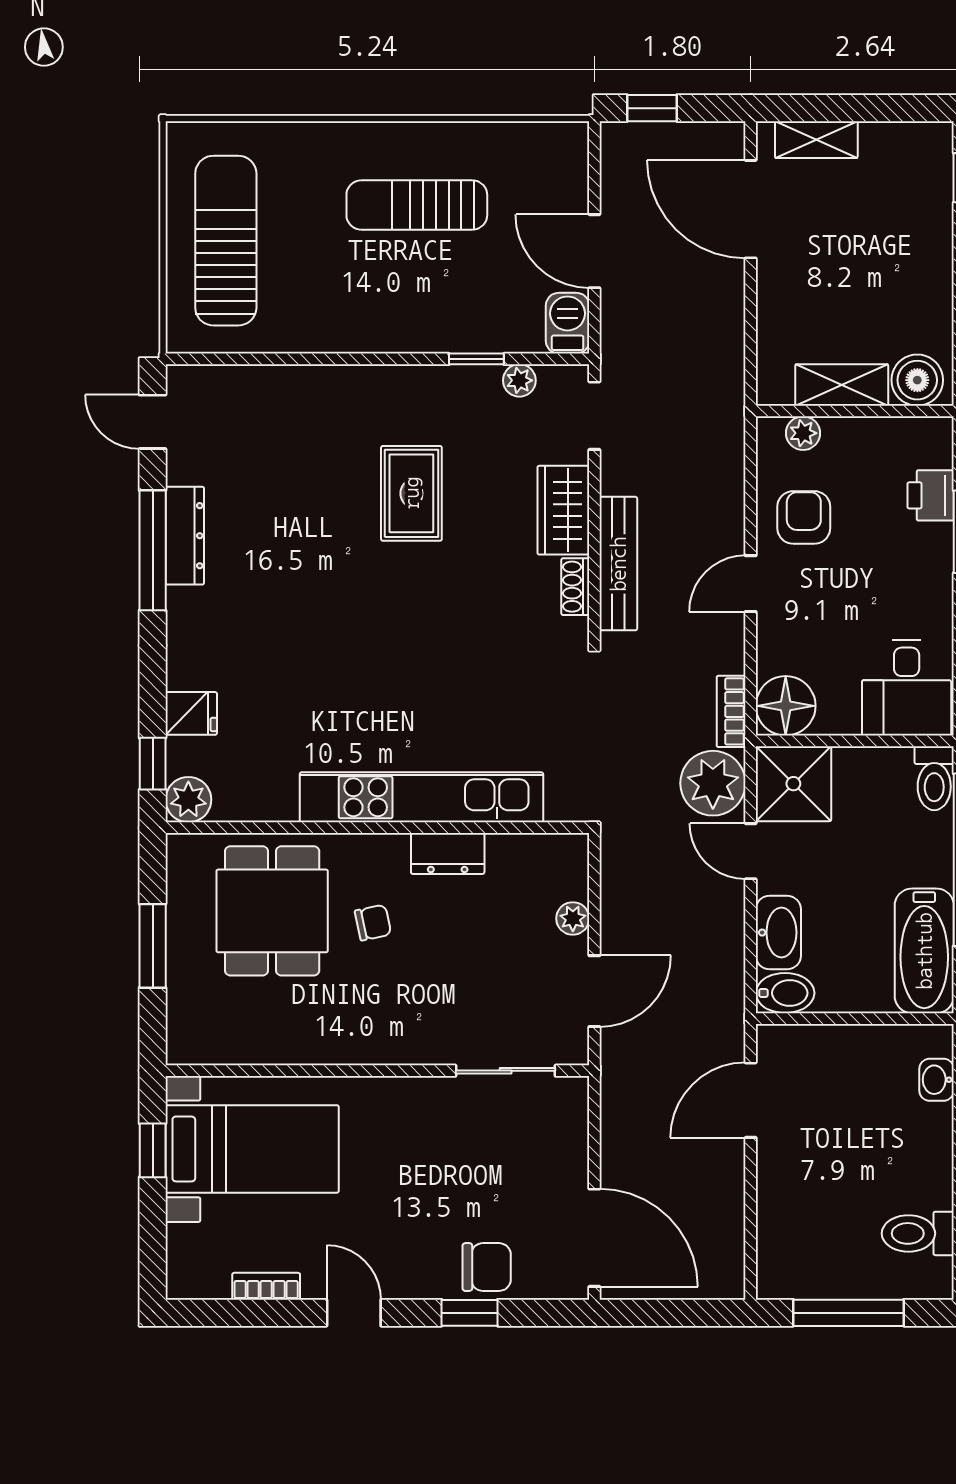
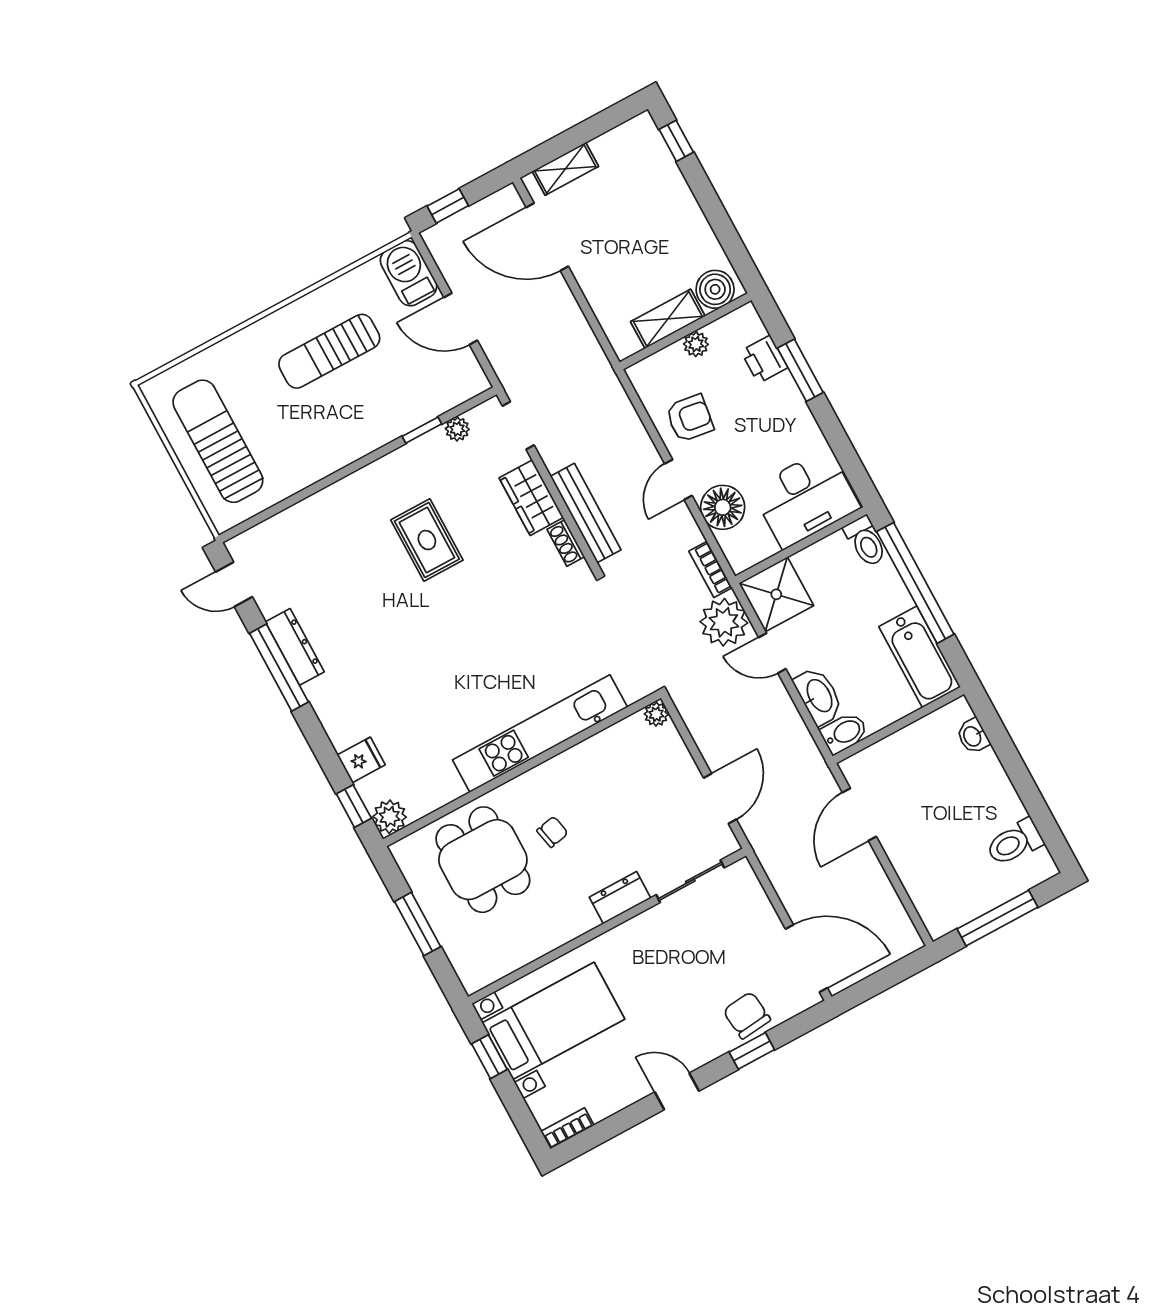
barbecue: (568, 323) -> (409, 273), moved, width x1.38, depth x1.27
plant: (803, 433) -> (696, 344), moved
armchair: (804, 517) -> (690, 418), turned 98
desk: (907, 688) -> (805, 498), width x1.37
floor lamp: (786, 706) -> (723, 507), moved
dresser: (448, 853) -> (620, 898), moved, turned 180
plant: (573, 918) -> (656, 714), moved
chair: (487, 1267) -> (747, 1015), turned -96
bookcase: (266, 1286) -> (567, 1128), moved

